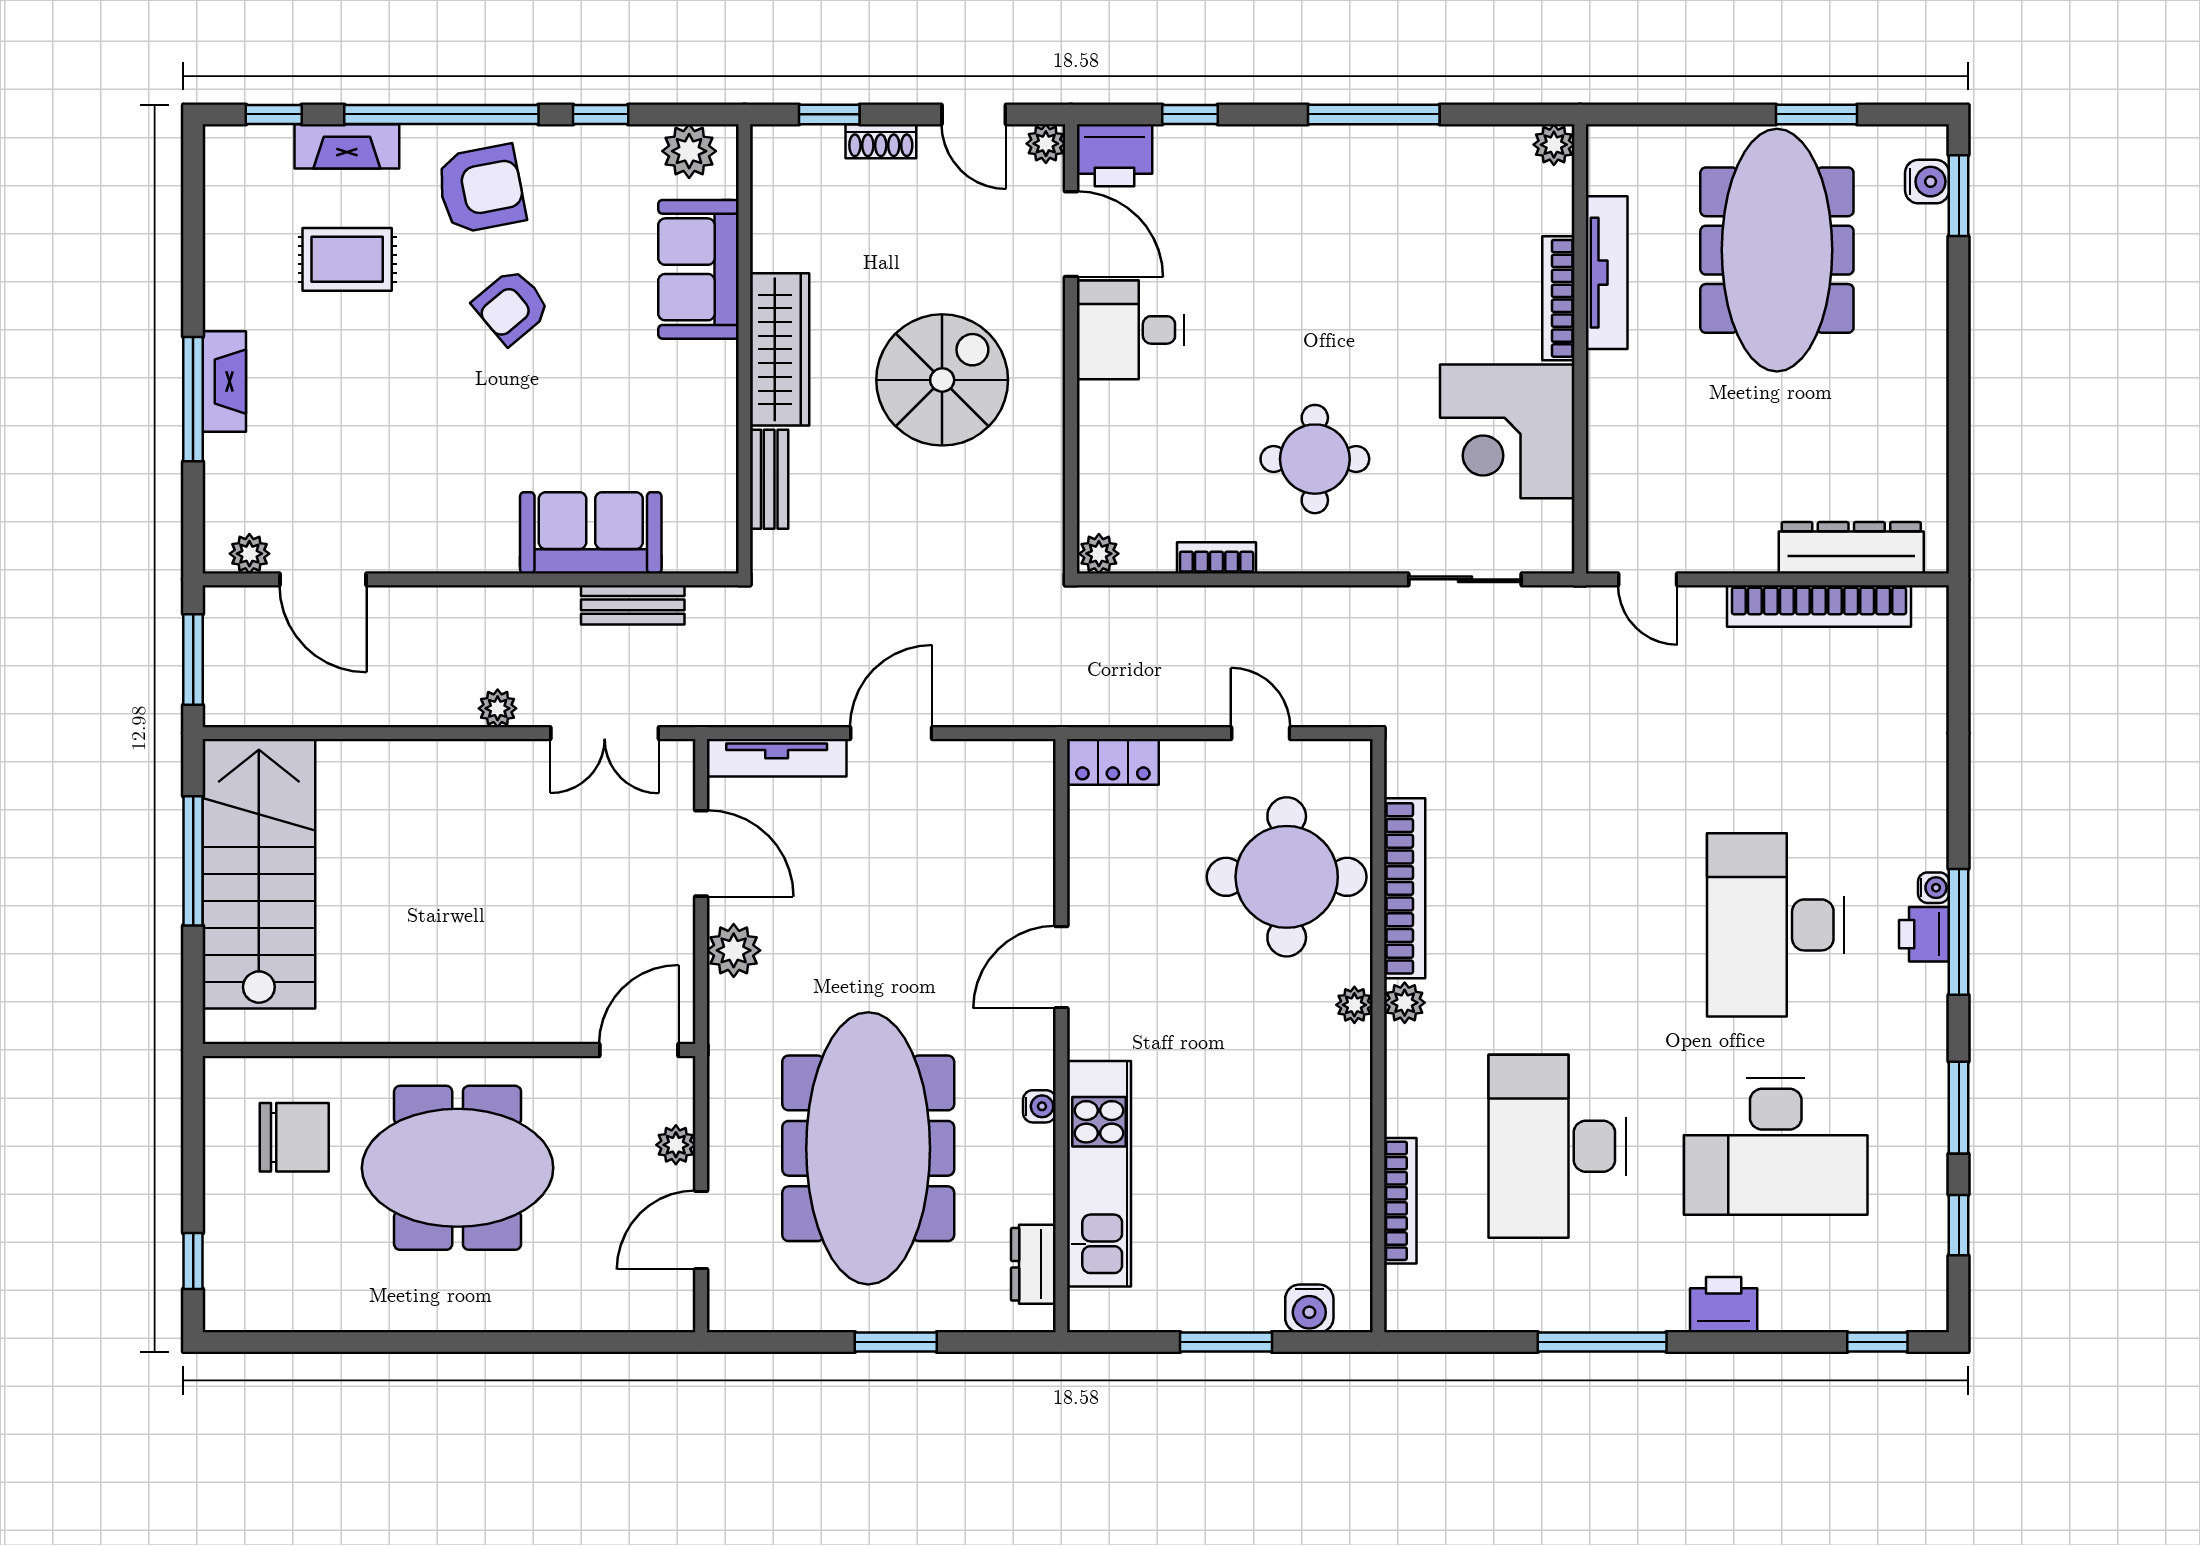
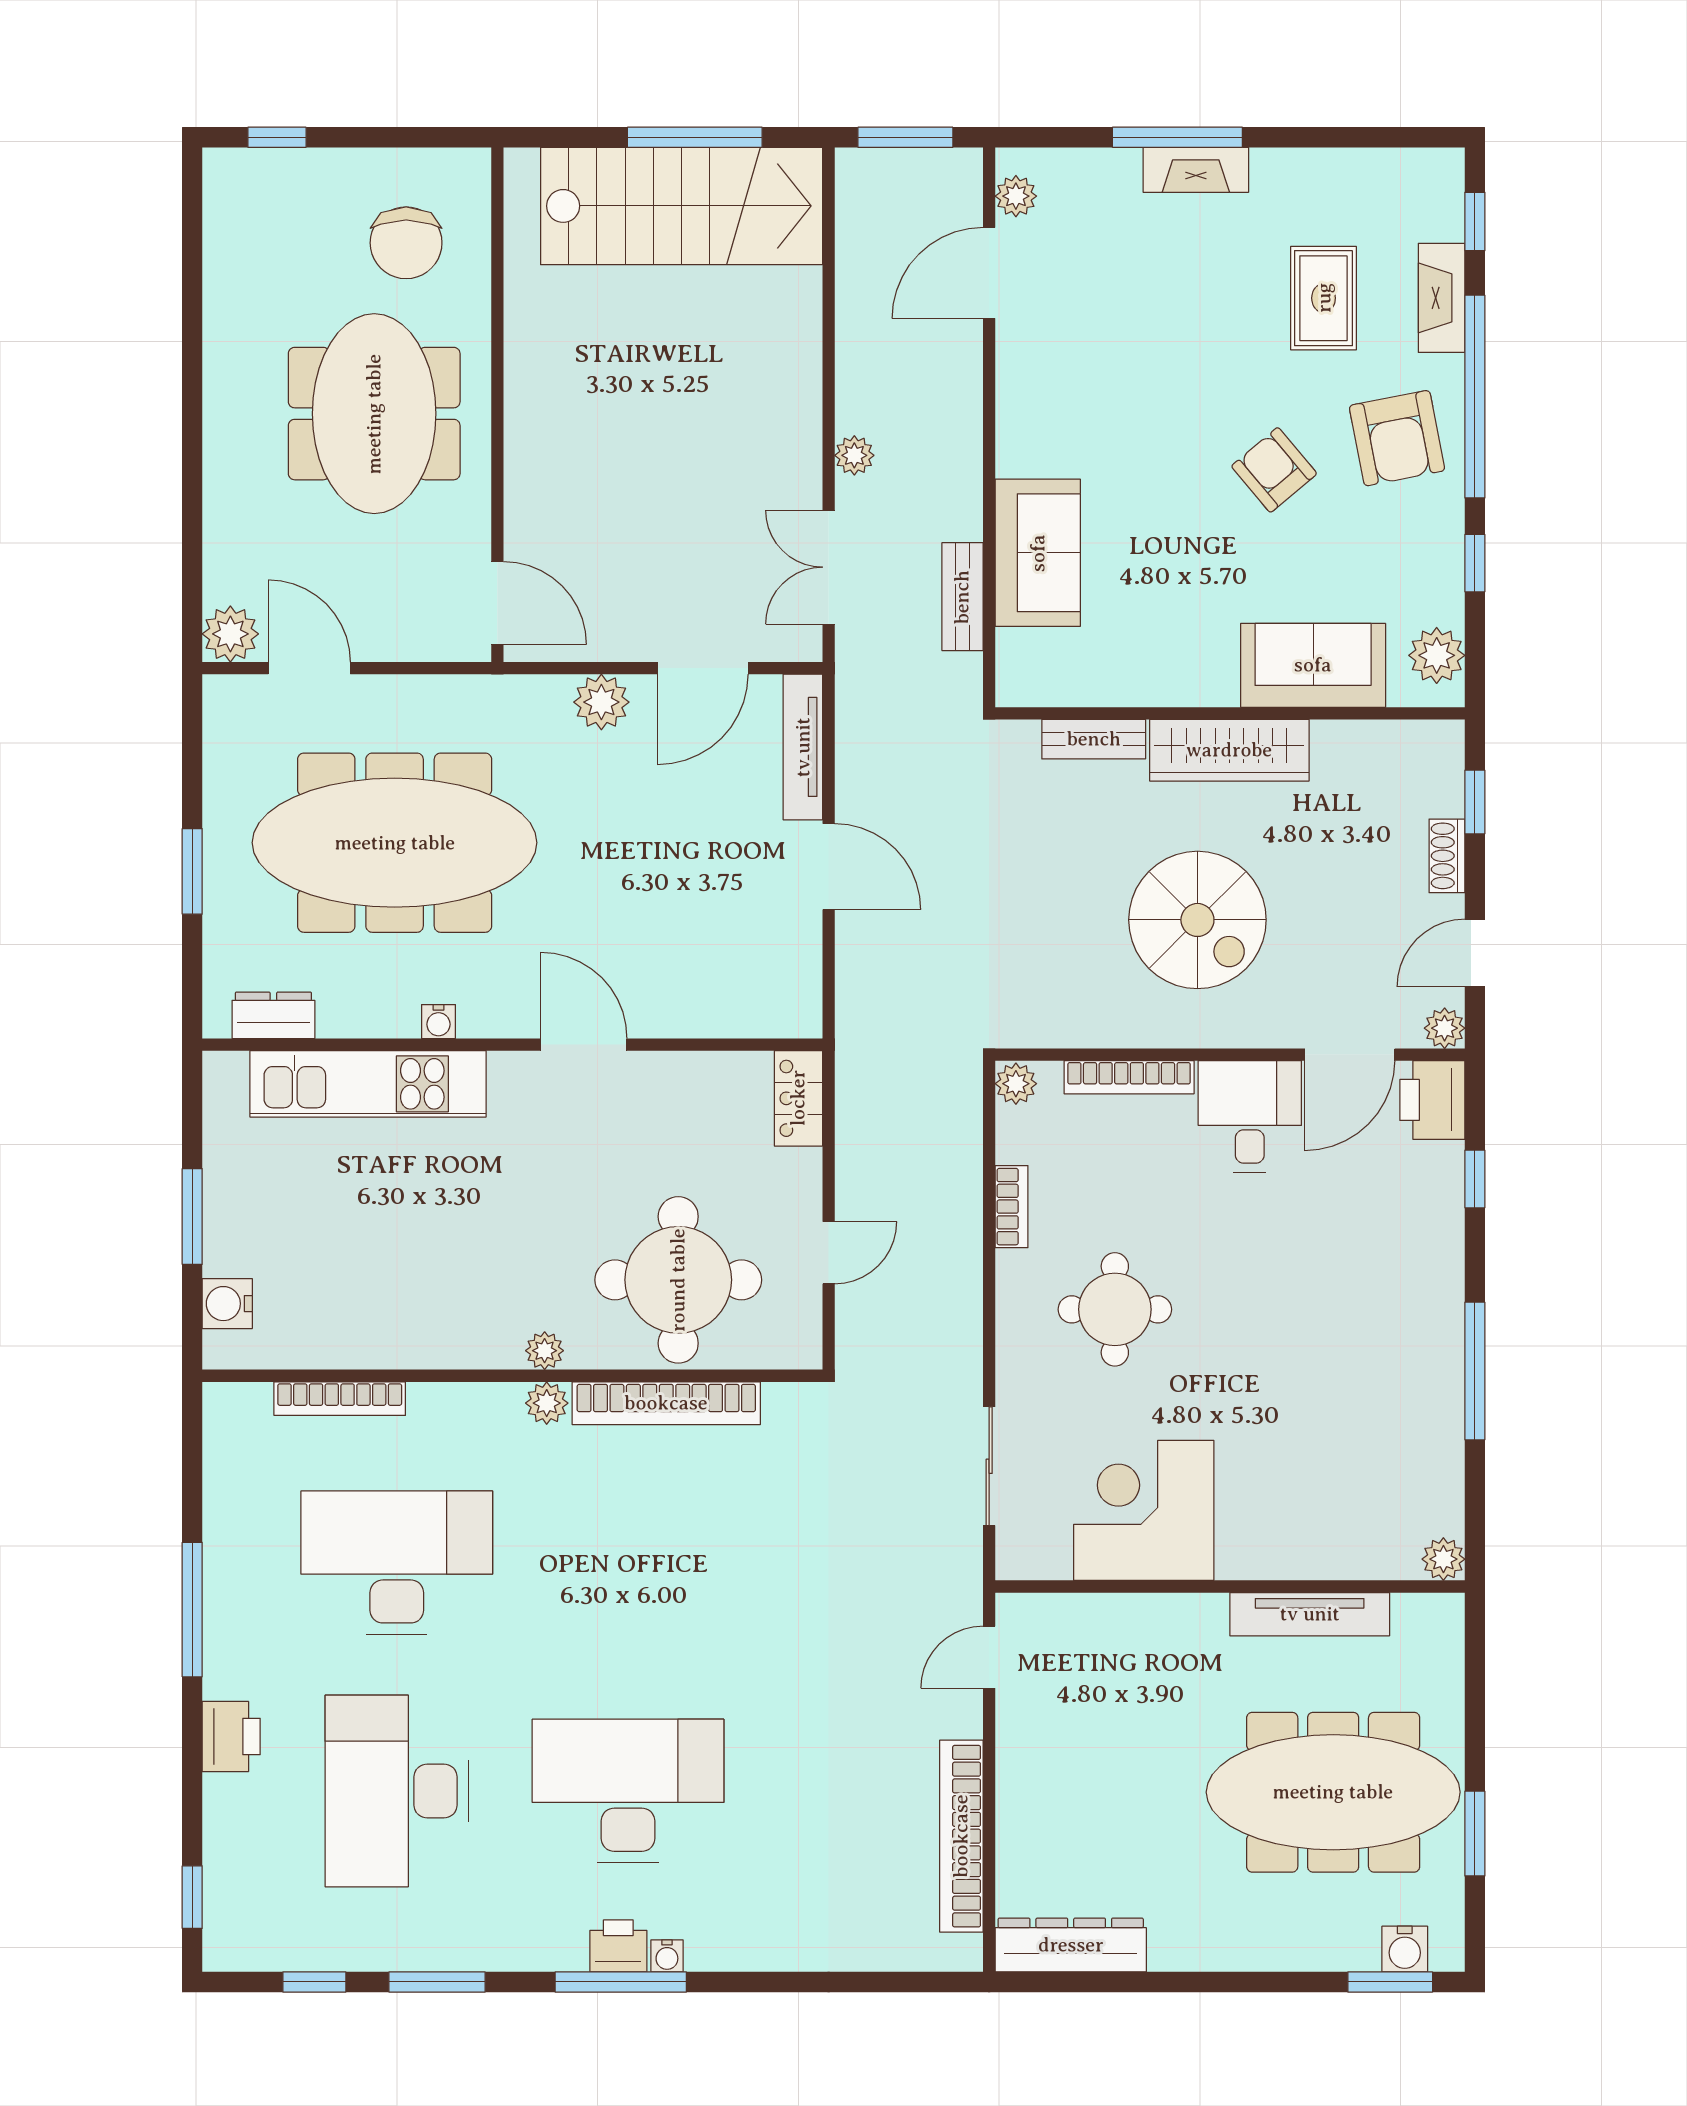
bookcase: (1558, 298) -> (1129, 1077), moved, turned 180
dresser: (1851, 548) -> (1071, 1945), moved, turned -90
plant: (676, 1145) -> (230, 634), moved, width x1.38, depth x1.38

